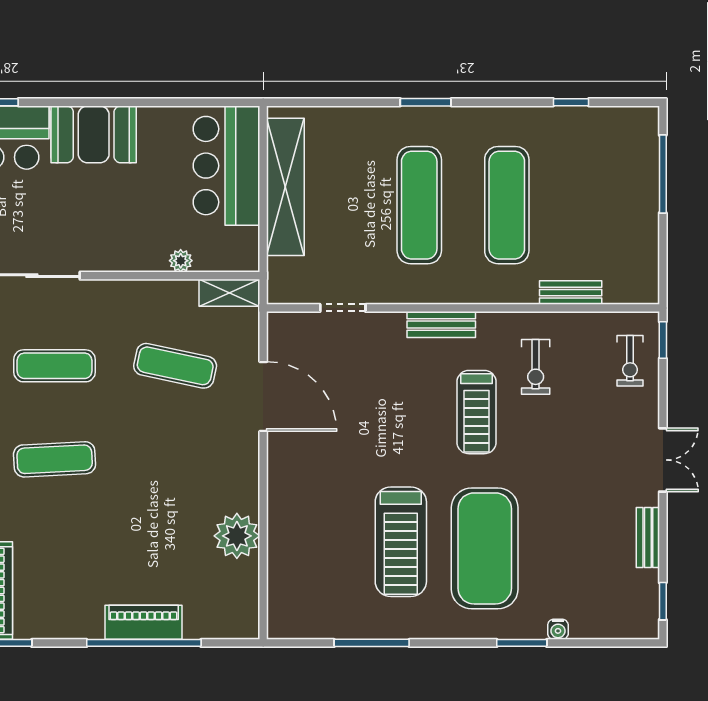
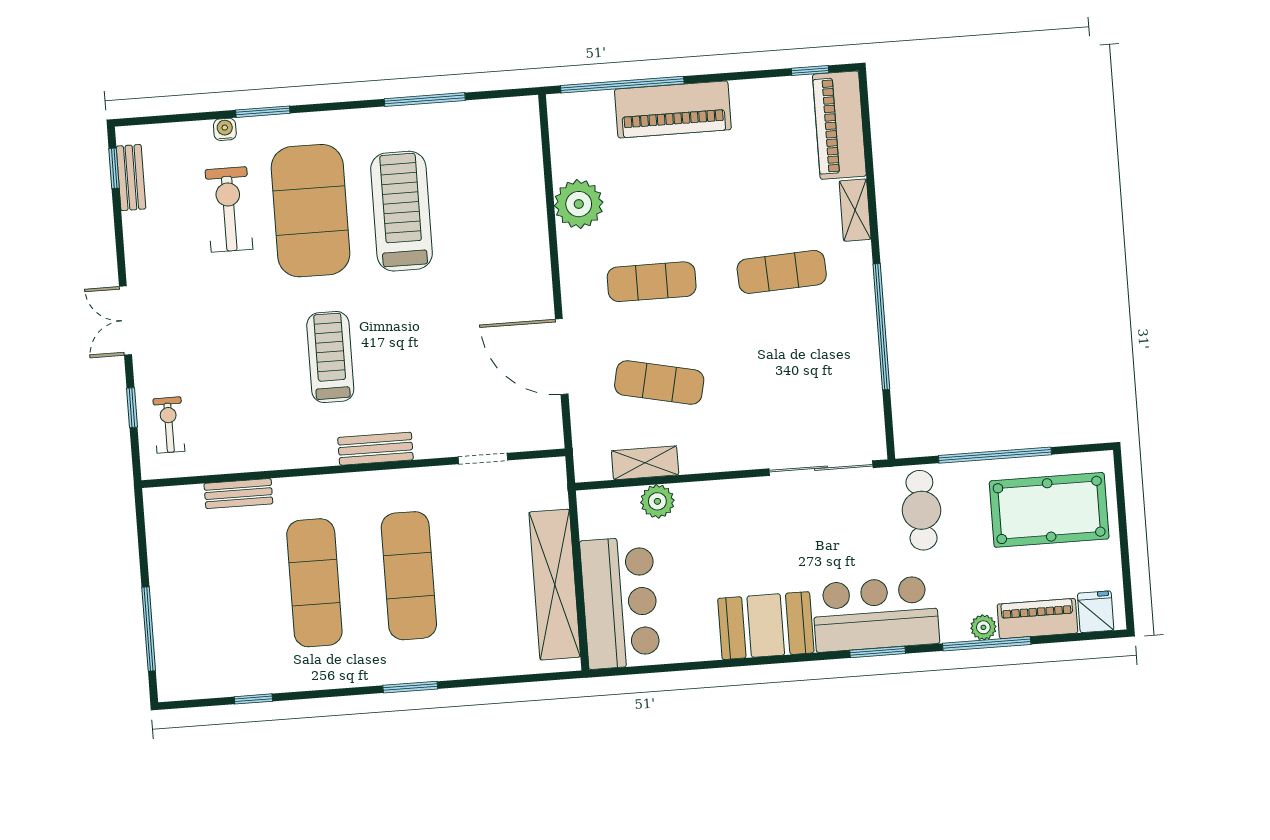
plant: (181, 261) -> (657, 501), width x1.38, depth x1.38
shelving: (229, 293) -> (645, 463), moved
window: (663, 340) -> (132, 408), moved
exercise mat: (55, 366) -> (652, 282), moved
exercise bike: (536, 367) -> (229, 209), moved, width x1.38, depth x1.39
bench: (648, 537) -> (131, 178), moved
piano: (144, 622) -> (673, 109), width x1.37, depth x1.33
window: (144, 643) -> (622, 85), moved

